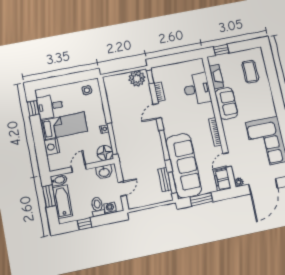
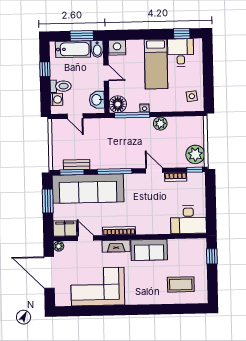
fireplace: (216, 77) -> (116, 246), moved
desk: (197, 89) -> (188, 220), moved
plant: (115, 113) -> (160, 124), added
nightstand: (52, 147) -> (117, 48), moved

